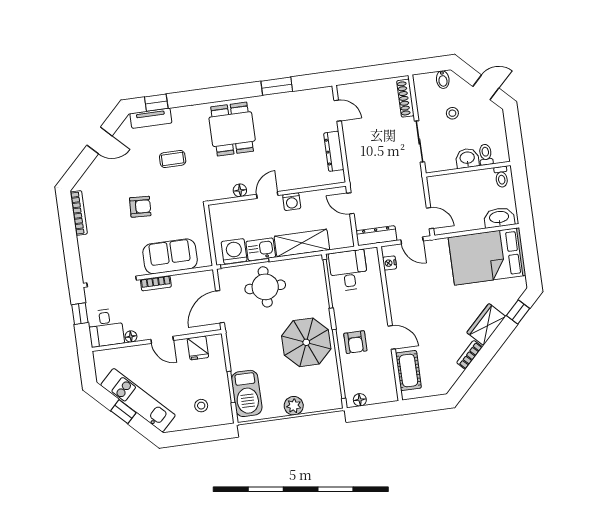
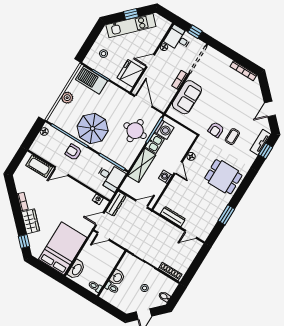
armchair: (140, 207) -> (216, 130), moved
fridge: (198, 348) -> (130, 73), width x1.88, depth x1.34

